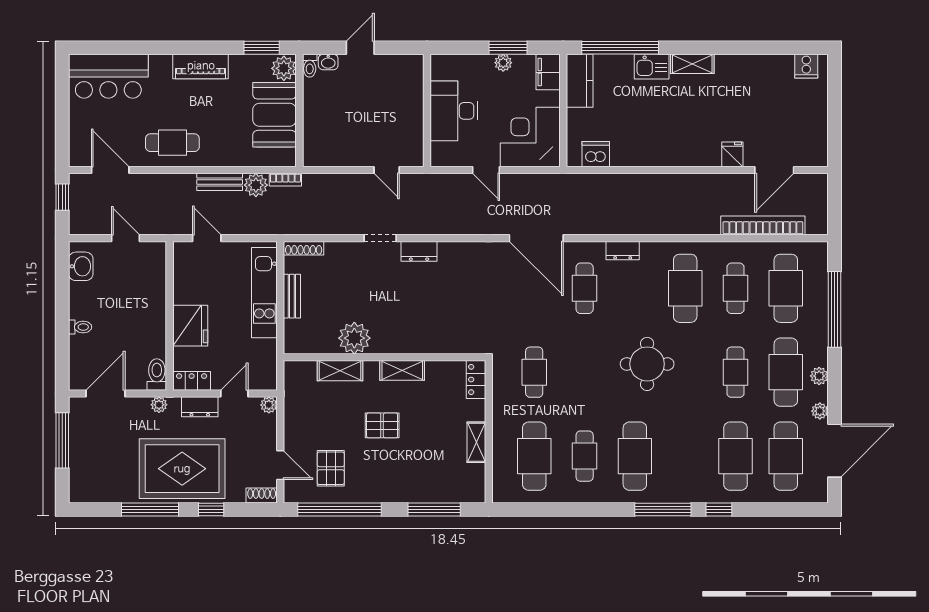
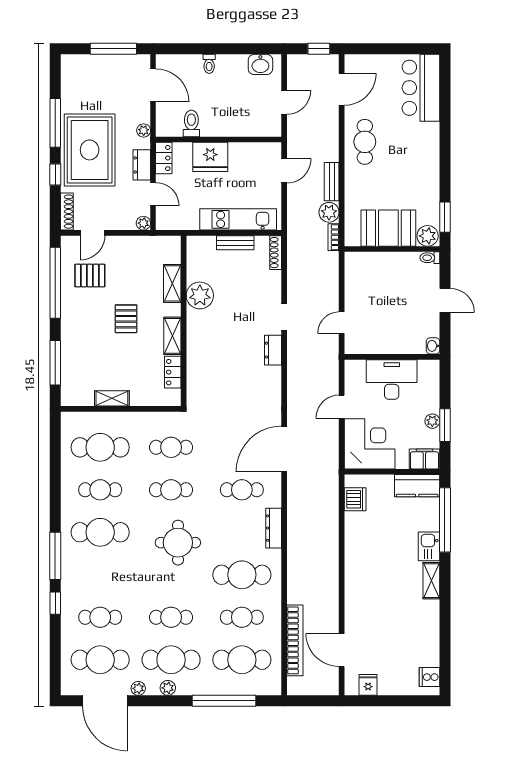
washbasin: (328, 62) -> (433, 346), moved
piano: (201, 66) -> (429, 166), removed
fridge: (732, 154) -> (368, 685), moved, turned -90
dresser: (623, 251) -> (274, 528), width x1.44
cafe table: (585, 372) -> (171, 490), added
toilet: (157, 374) -> (191, 123), moved, turned -90
locker: (476, 380) -> (173, 372), moved, turned -90
cafe table: (735, 456) -> (100, 617), width x0.73, depth x0.74
shoe rack: (262, 496) -> (67, 212), width x1.43

